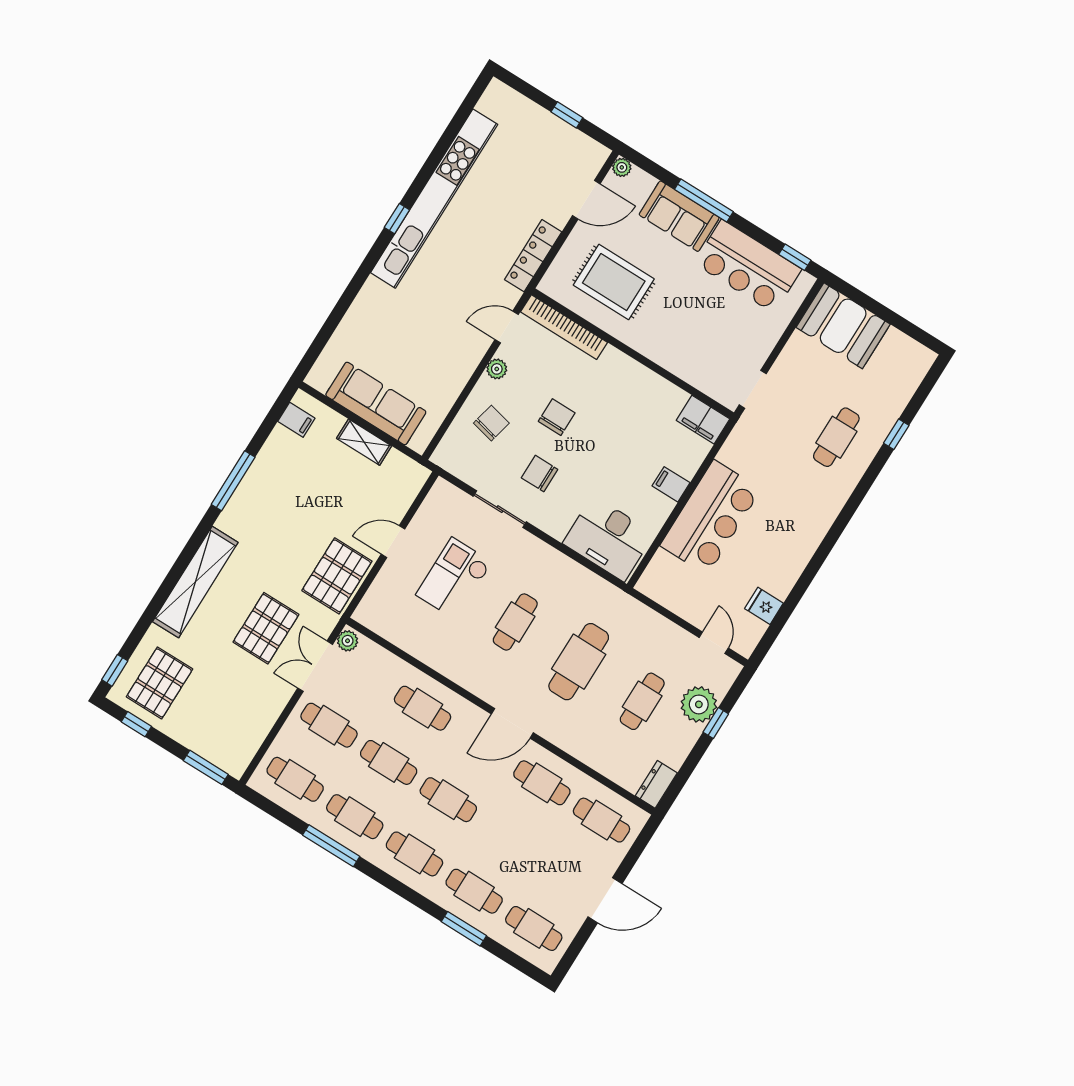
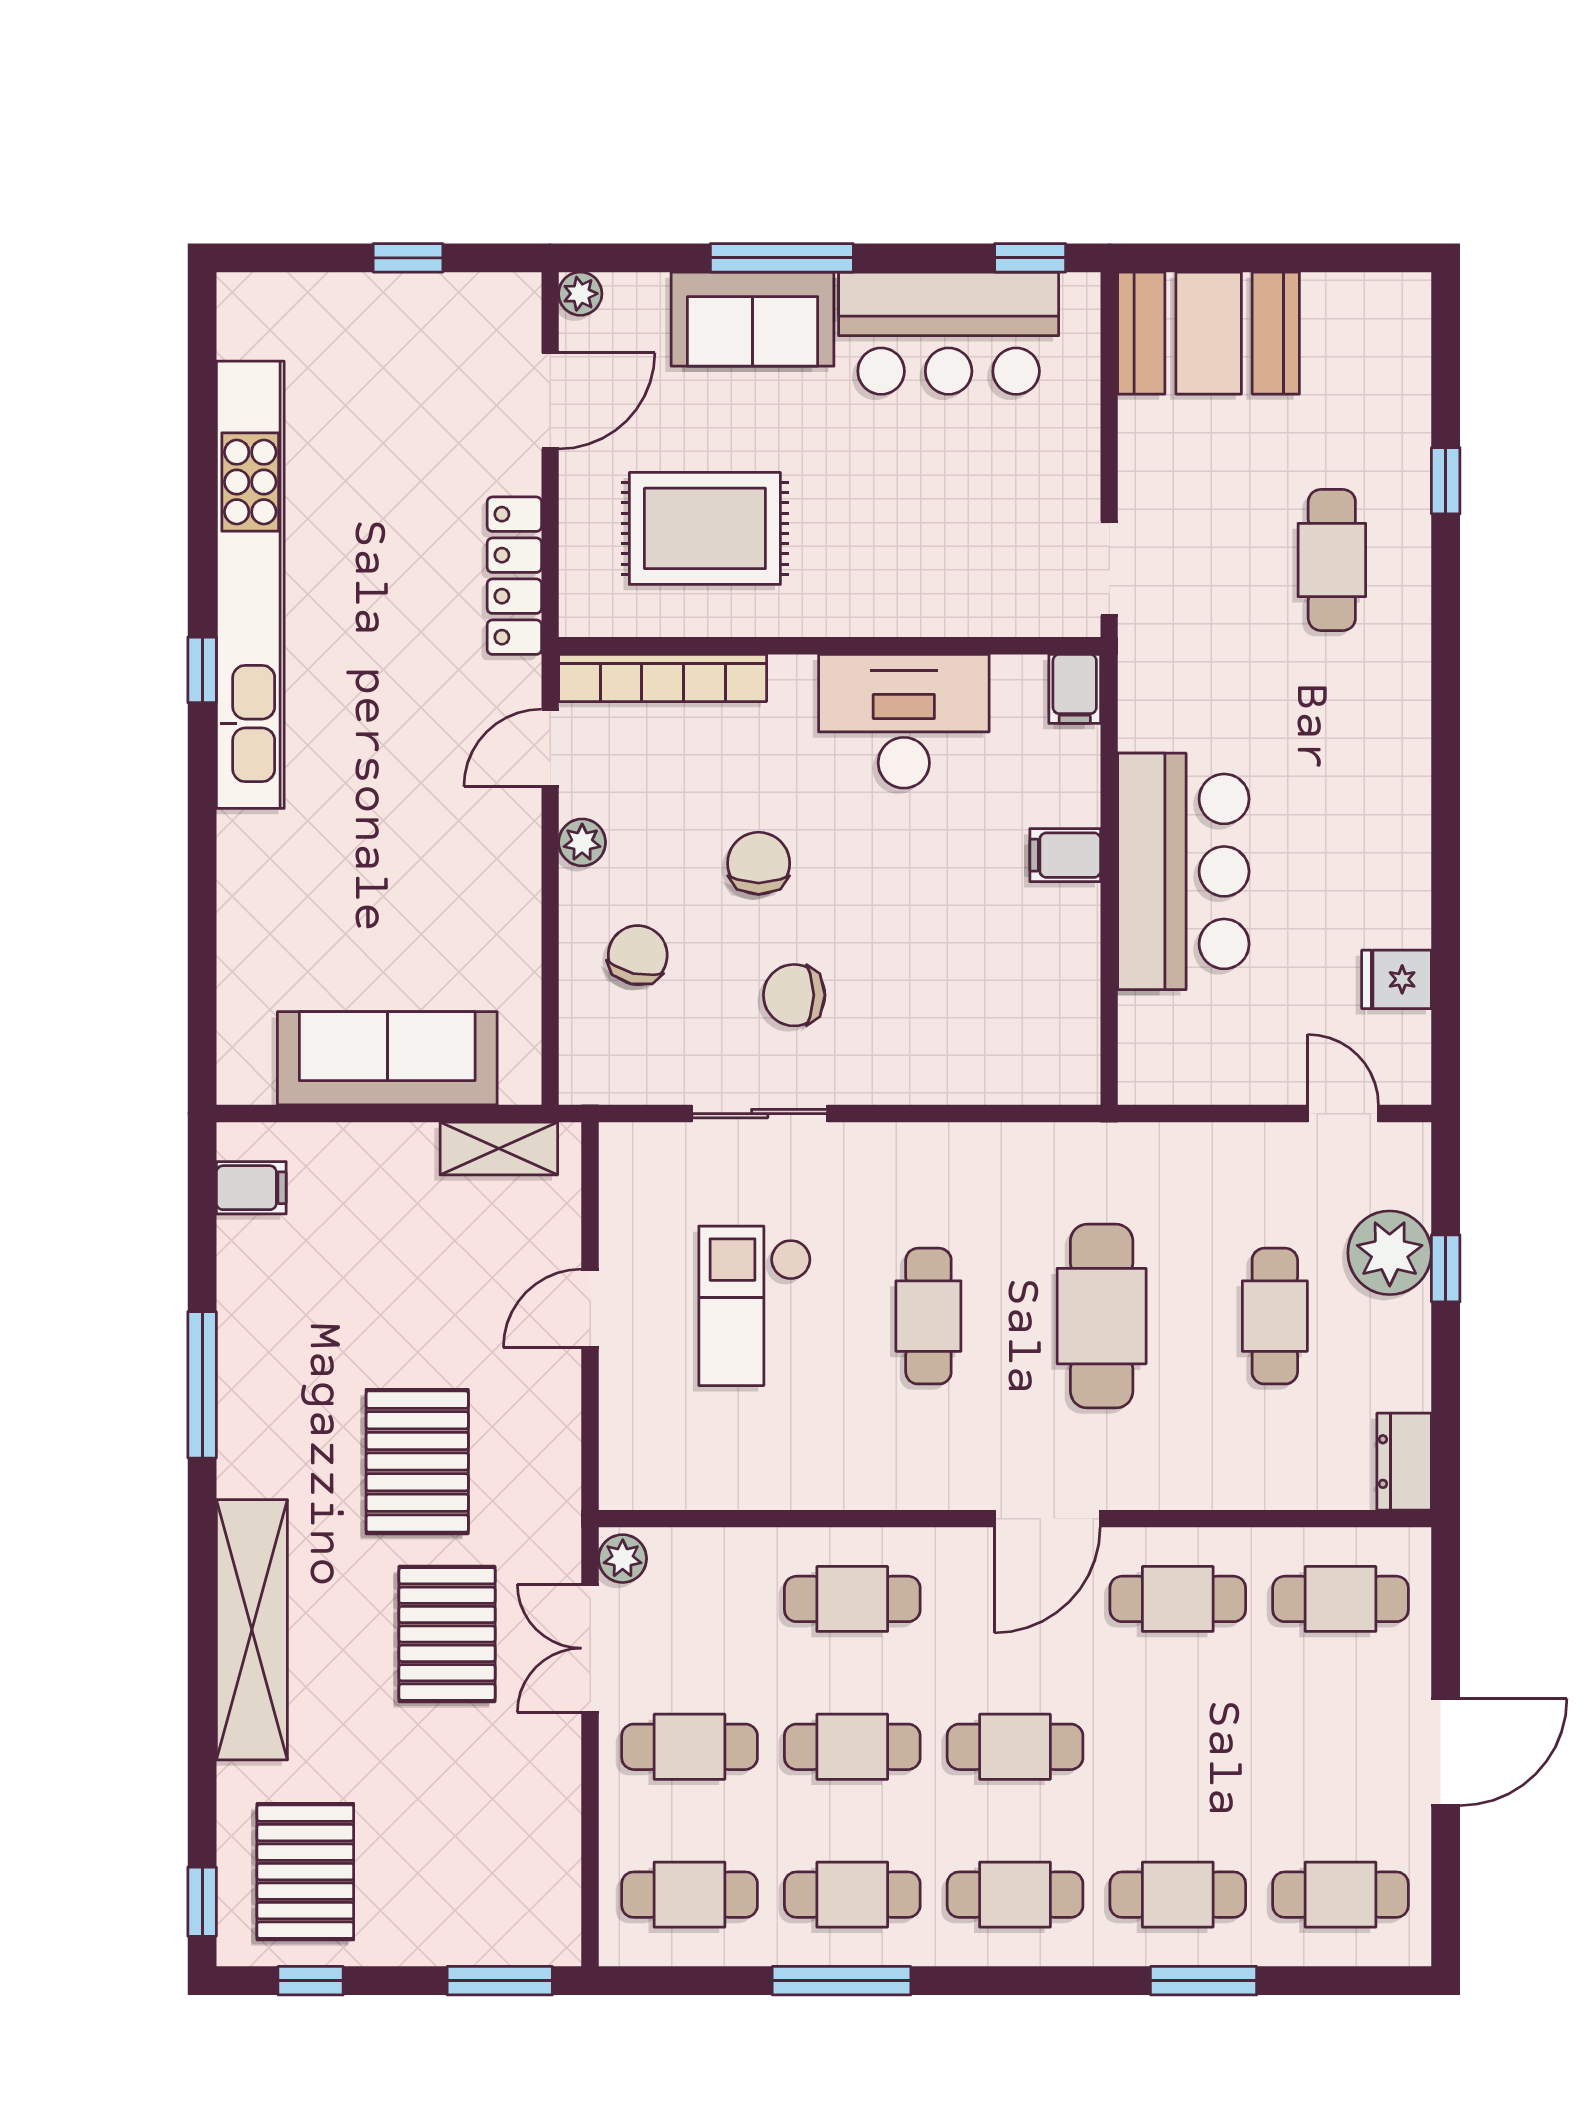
filing cabinet: (703, 420) -> (1075, 689), width x0.50
shelving: (364, 442) -> (499, 1149), moved
desk: (608, 538) -> (904, 721), moved, turned 180
pallet: (337, 576) -> (417, 1462), moved

